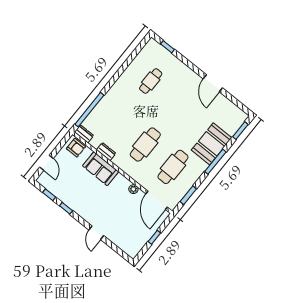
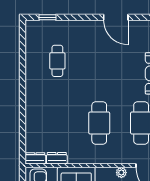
window: (89, 110) -> (22, 132), removed
dresser: (106, 152) -> (57, 158), moved

